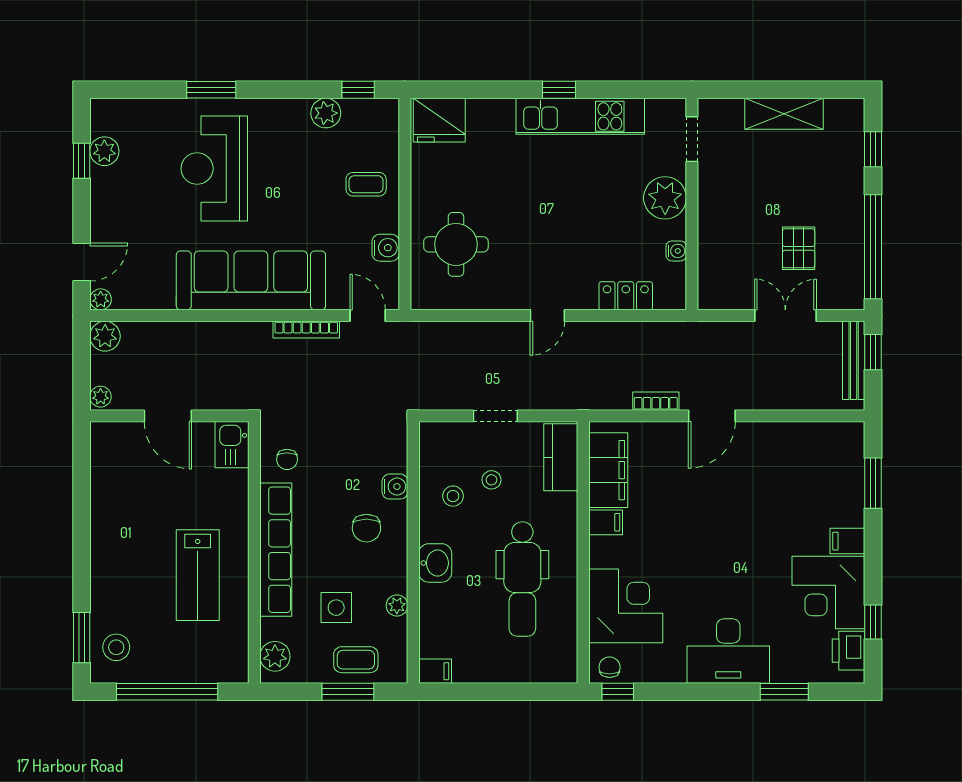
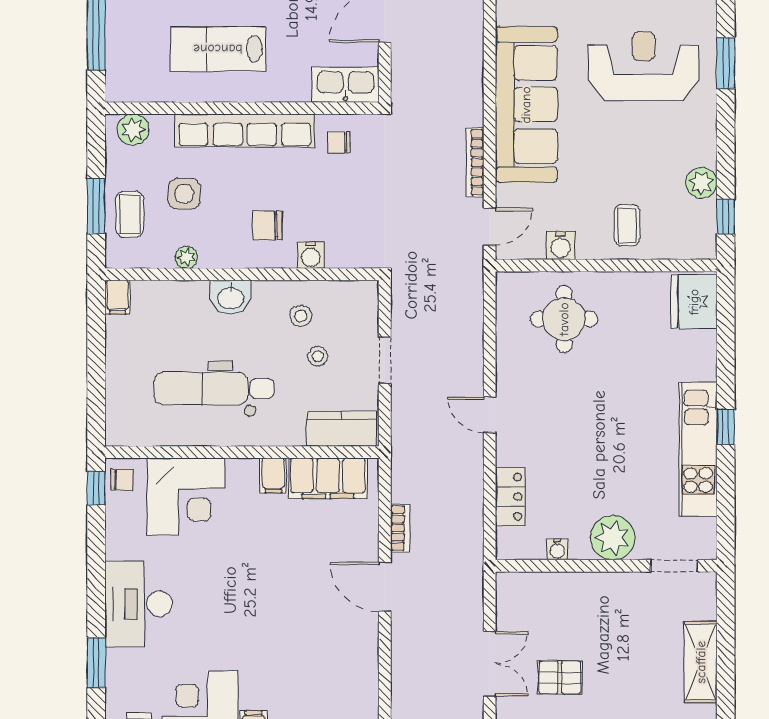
kitchen sink: (232, 445) -> (345, 85), width x1.38

